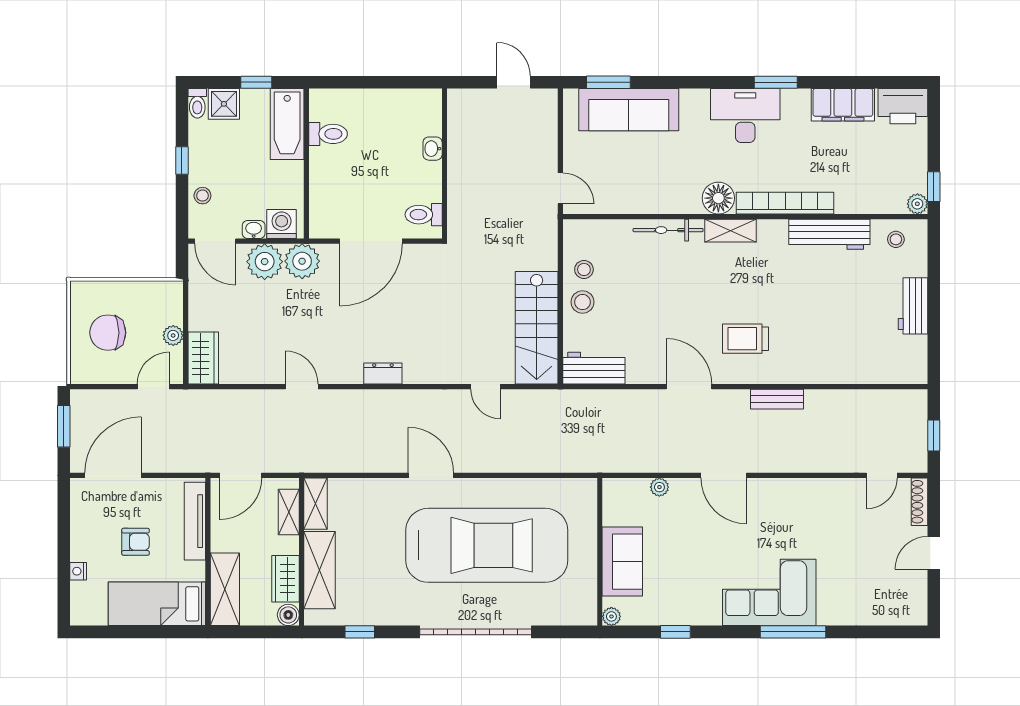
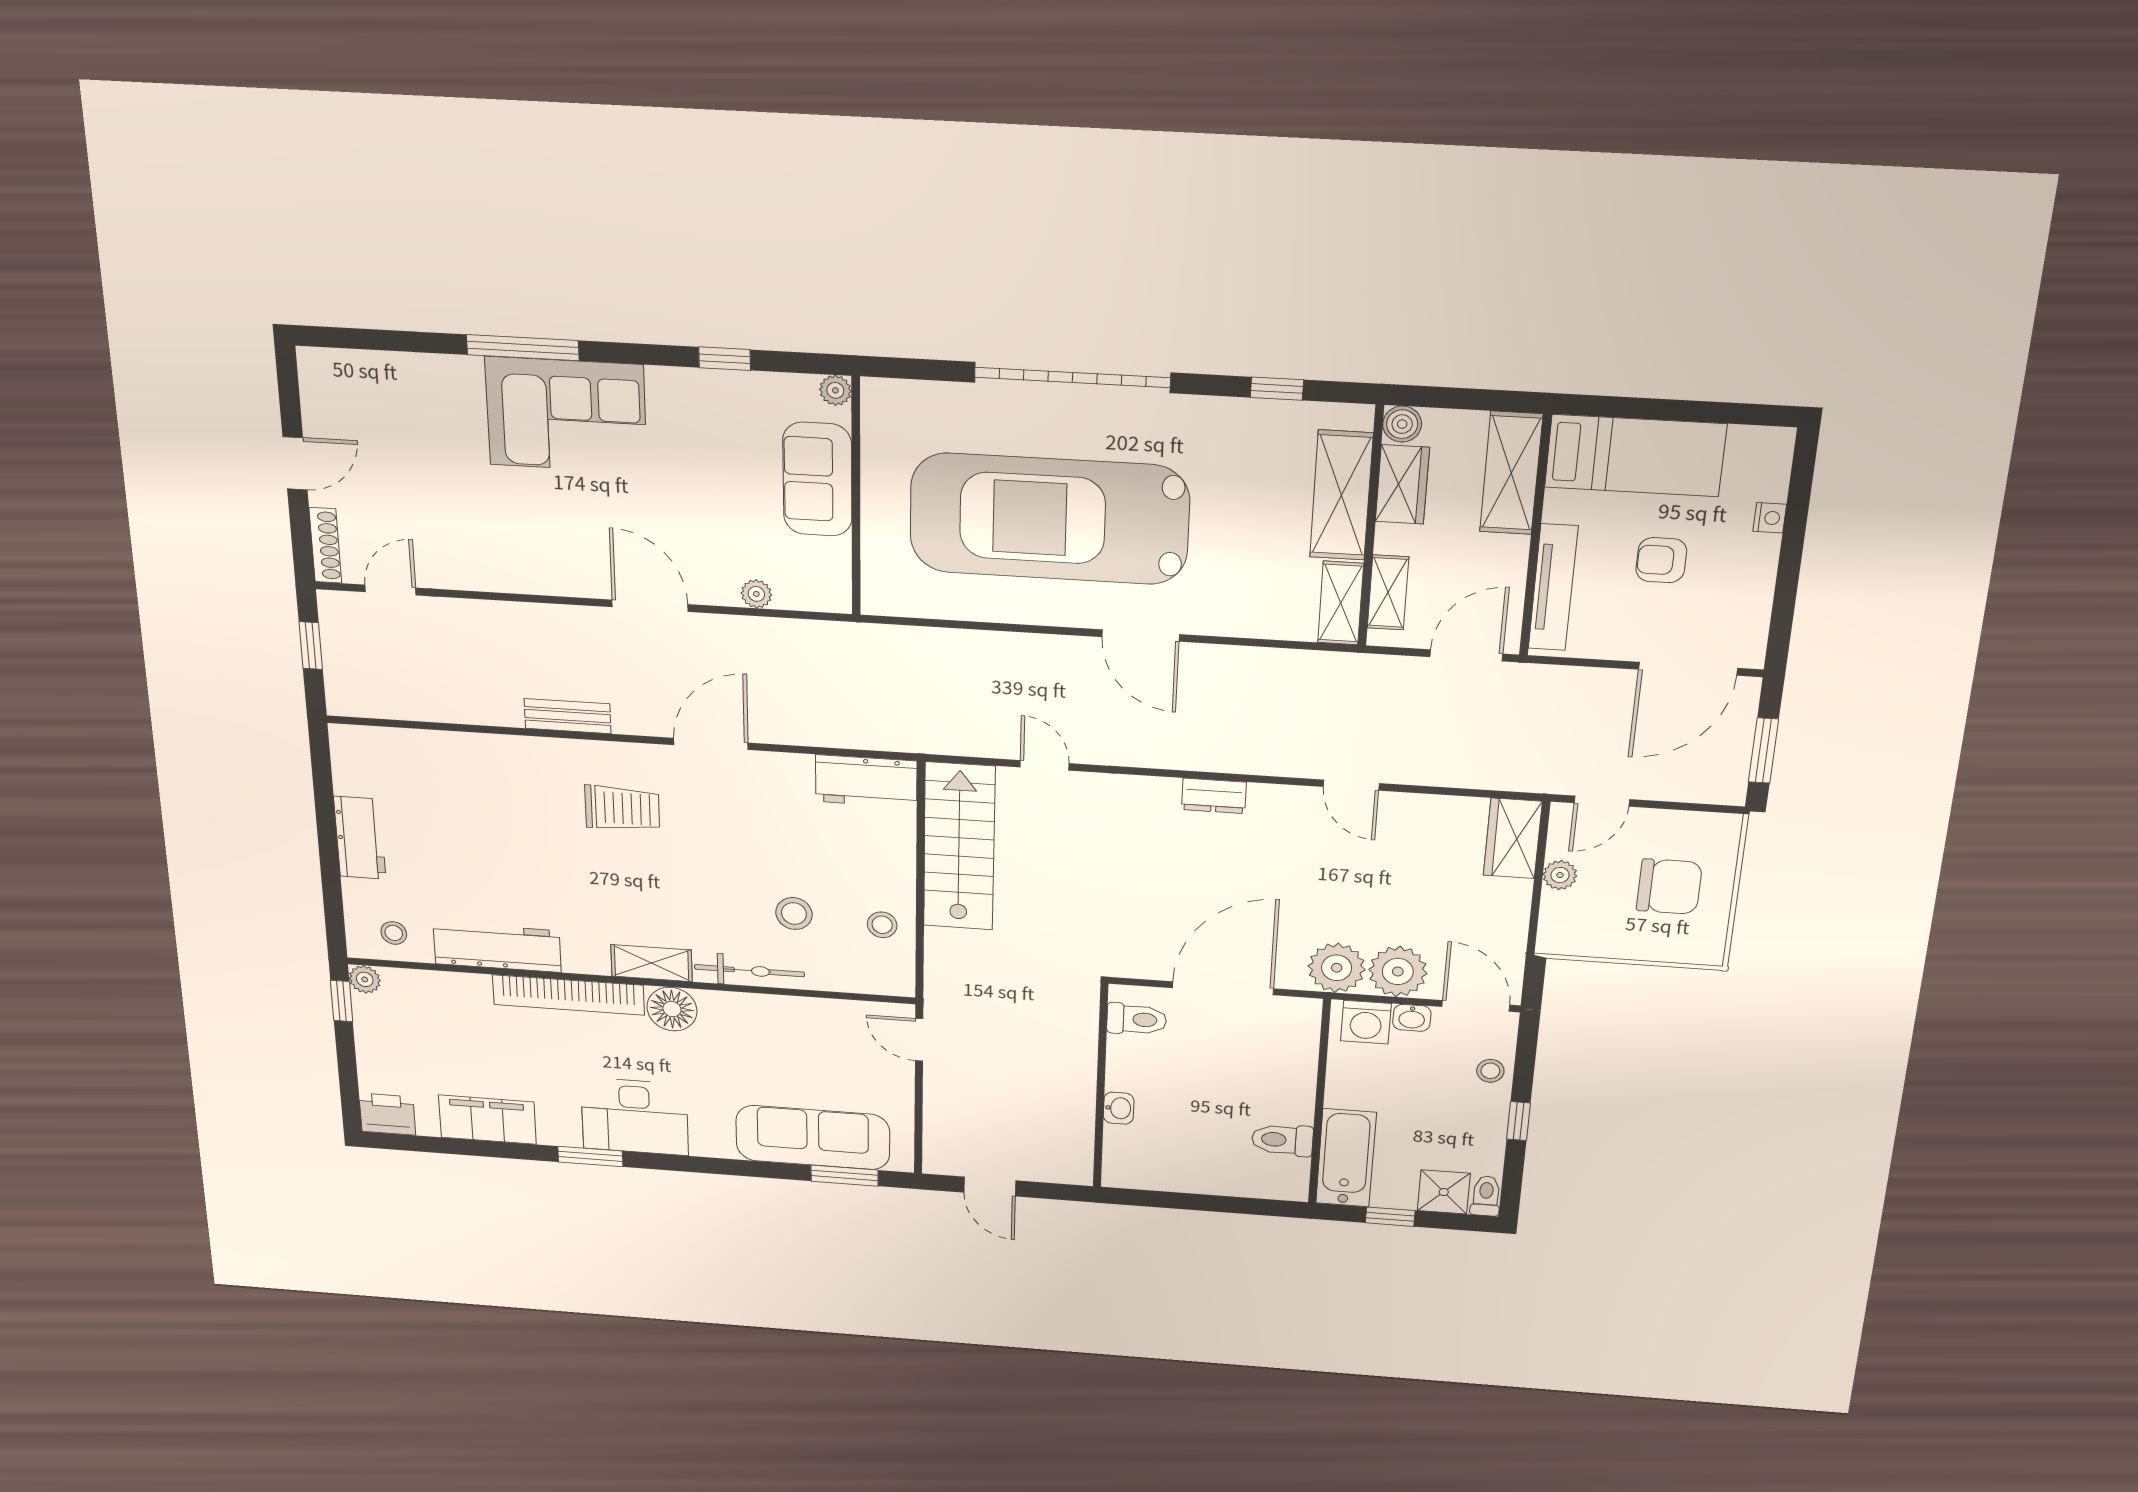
printer: (903, 106) -> (387, 1114), width x0.73, depth x0.84
stool: (583, 302) -> (794, 914), moved
door: (689, 387) -> (711, 744), swing flipped

